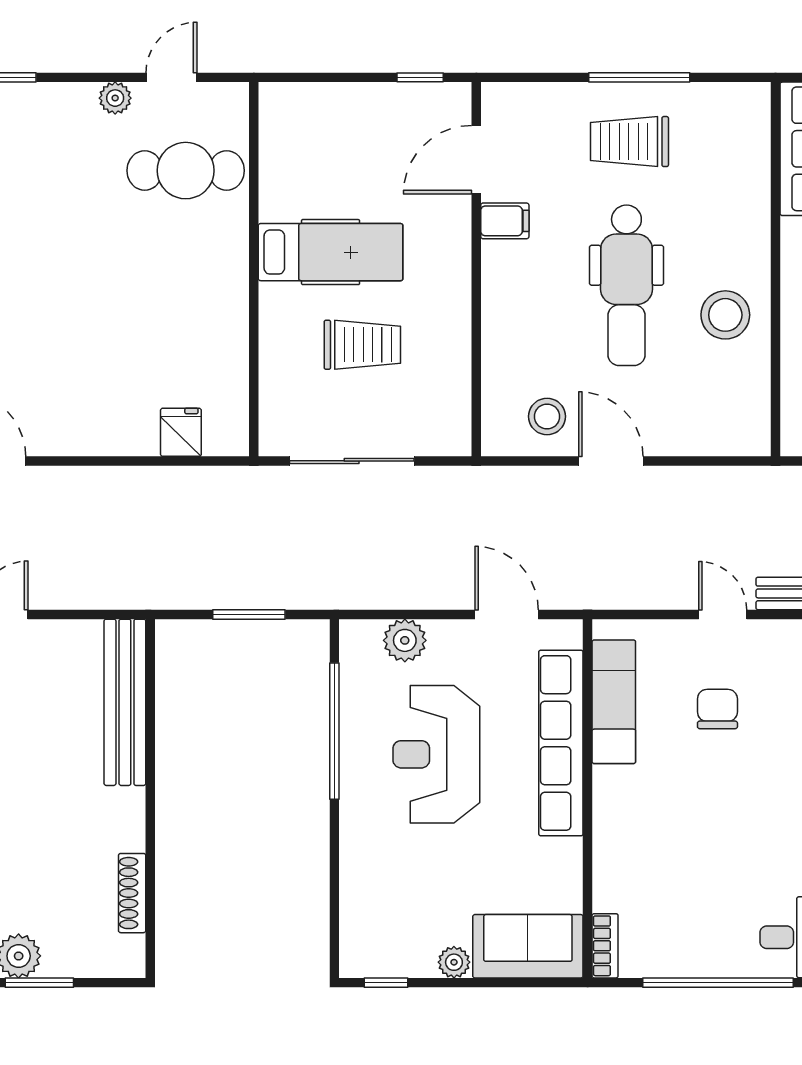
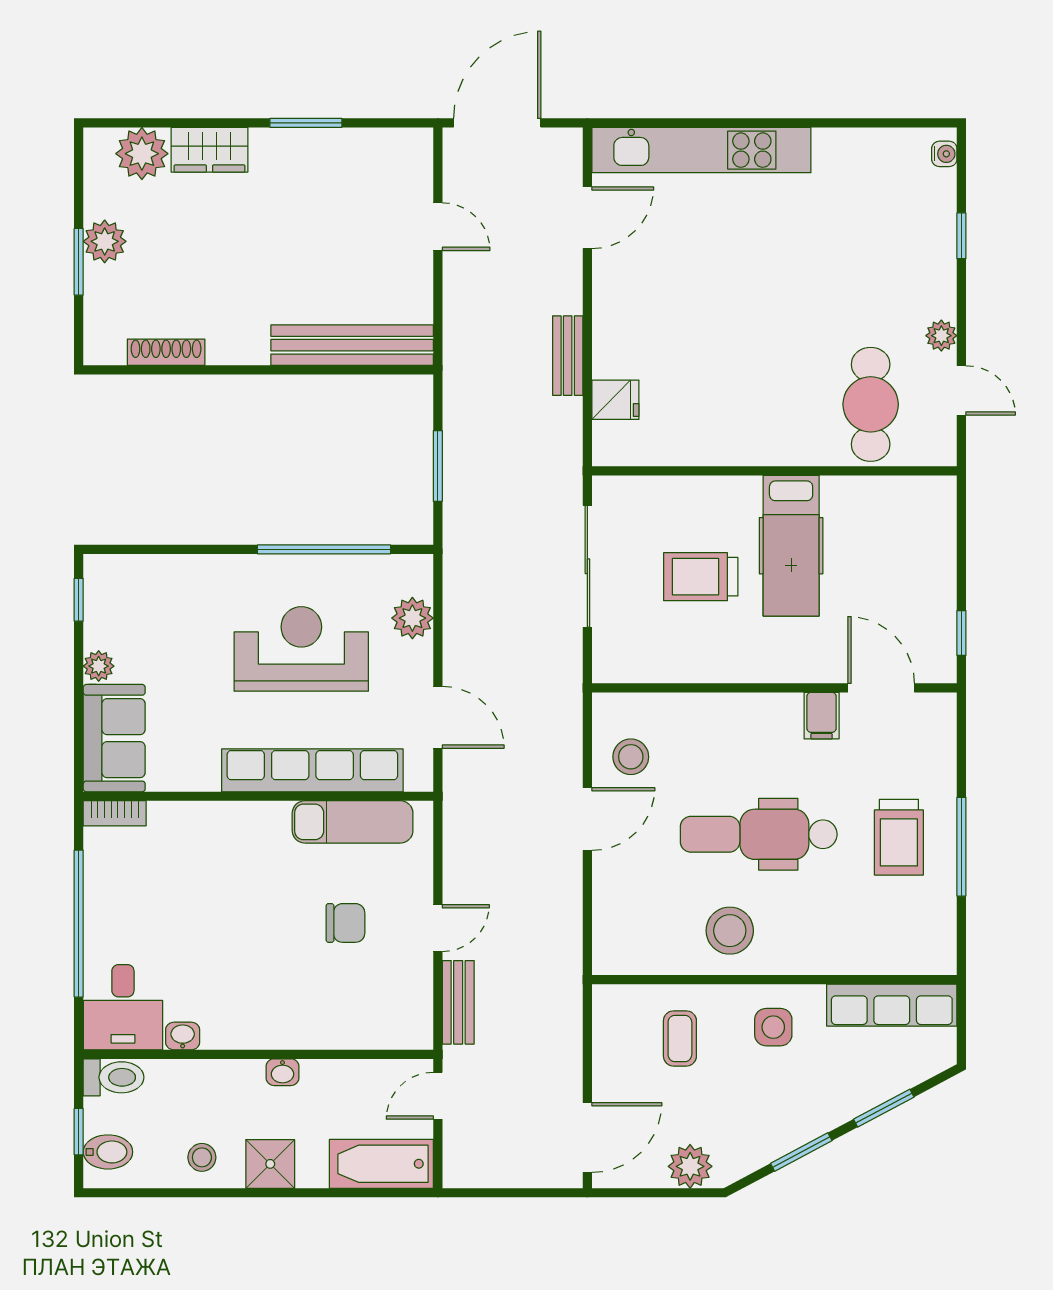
trolley: (629, 142) -> (899, 837), turned 180
trolley: (362, 345) -> (701, 577), turned 90
bench: (136, 481) -> (568, 356), added
door: (507, 614) -> (438, 717), hinge flipped

